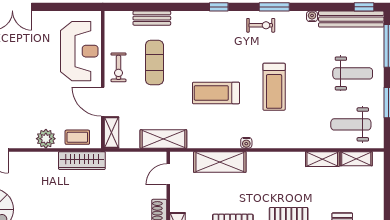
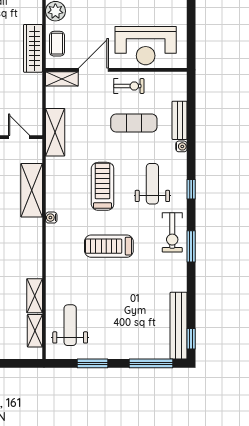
water cooler: (312, 16) -> (181, 146), moved
exercise bike: (261, 25) -> (172, 232), width x1.38, depth x1.39
exercise bike: (118, 67) -> (129, 86), turned 180
weight bench: (353, 73) -> (152, 184), moved, turned 180

